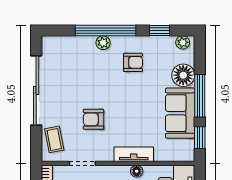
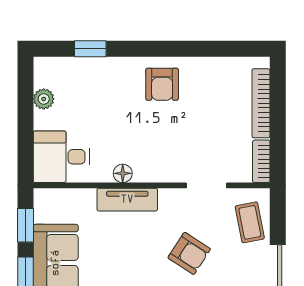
armchair: (94, 119) -> (189, 253), turned 33

